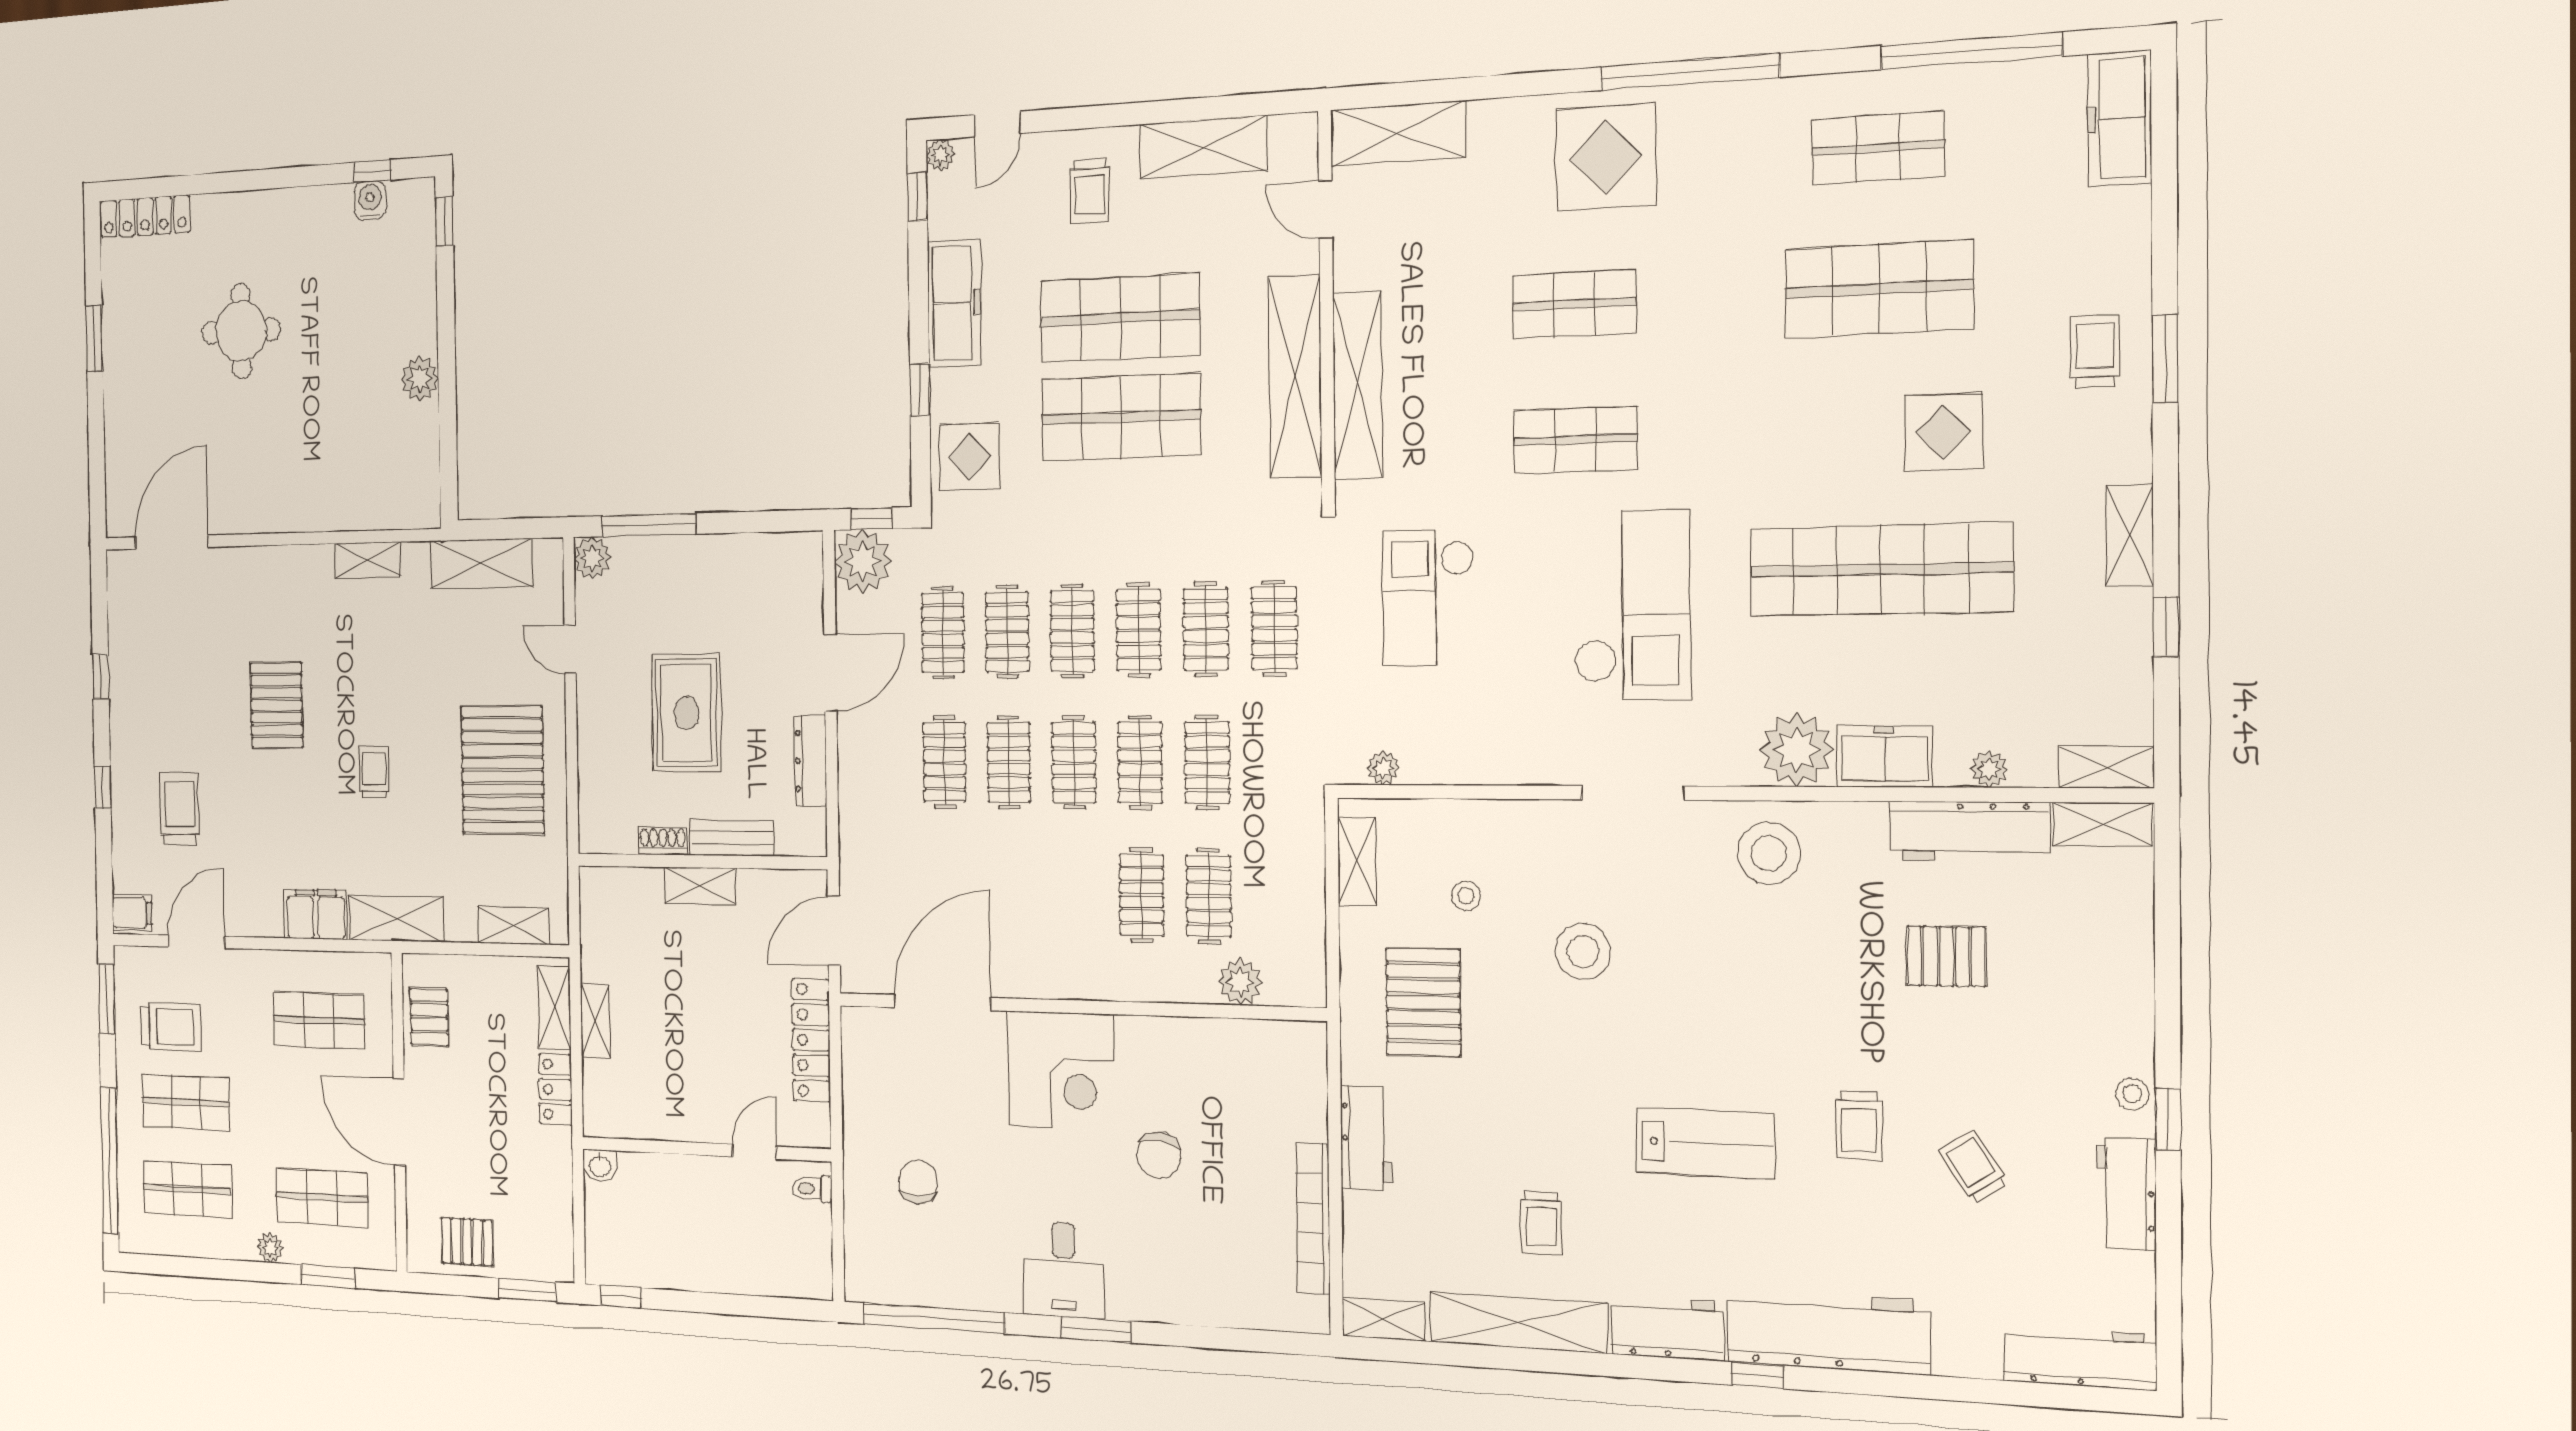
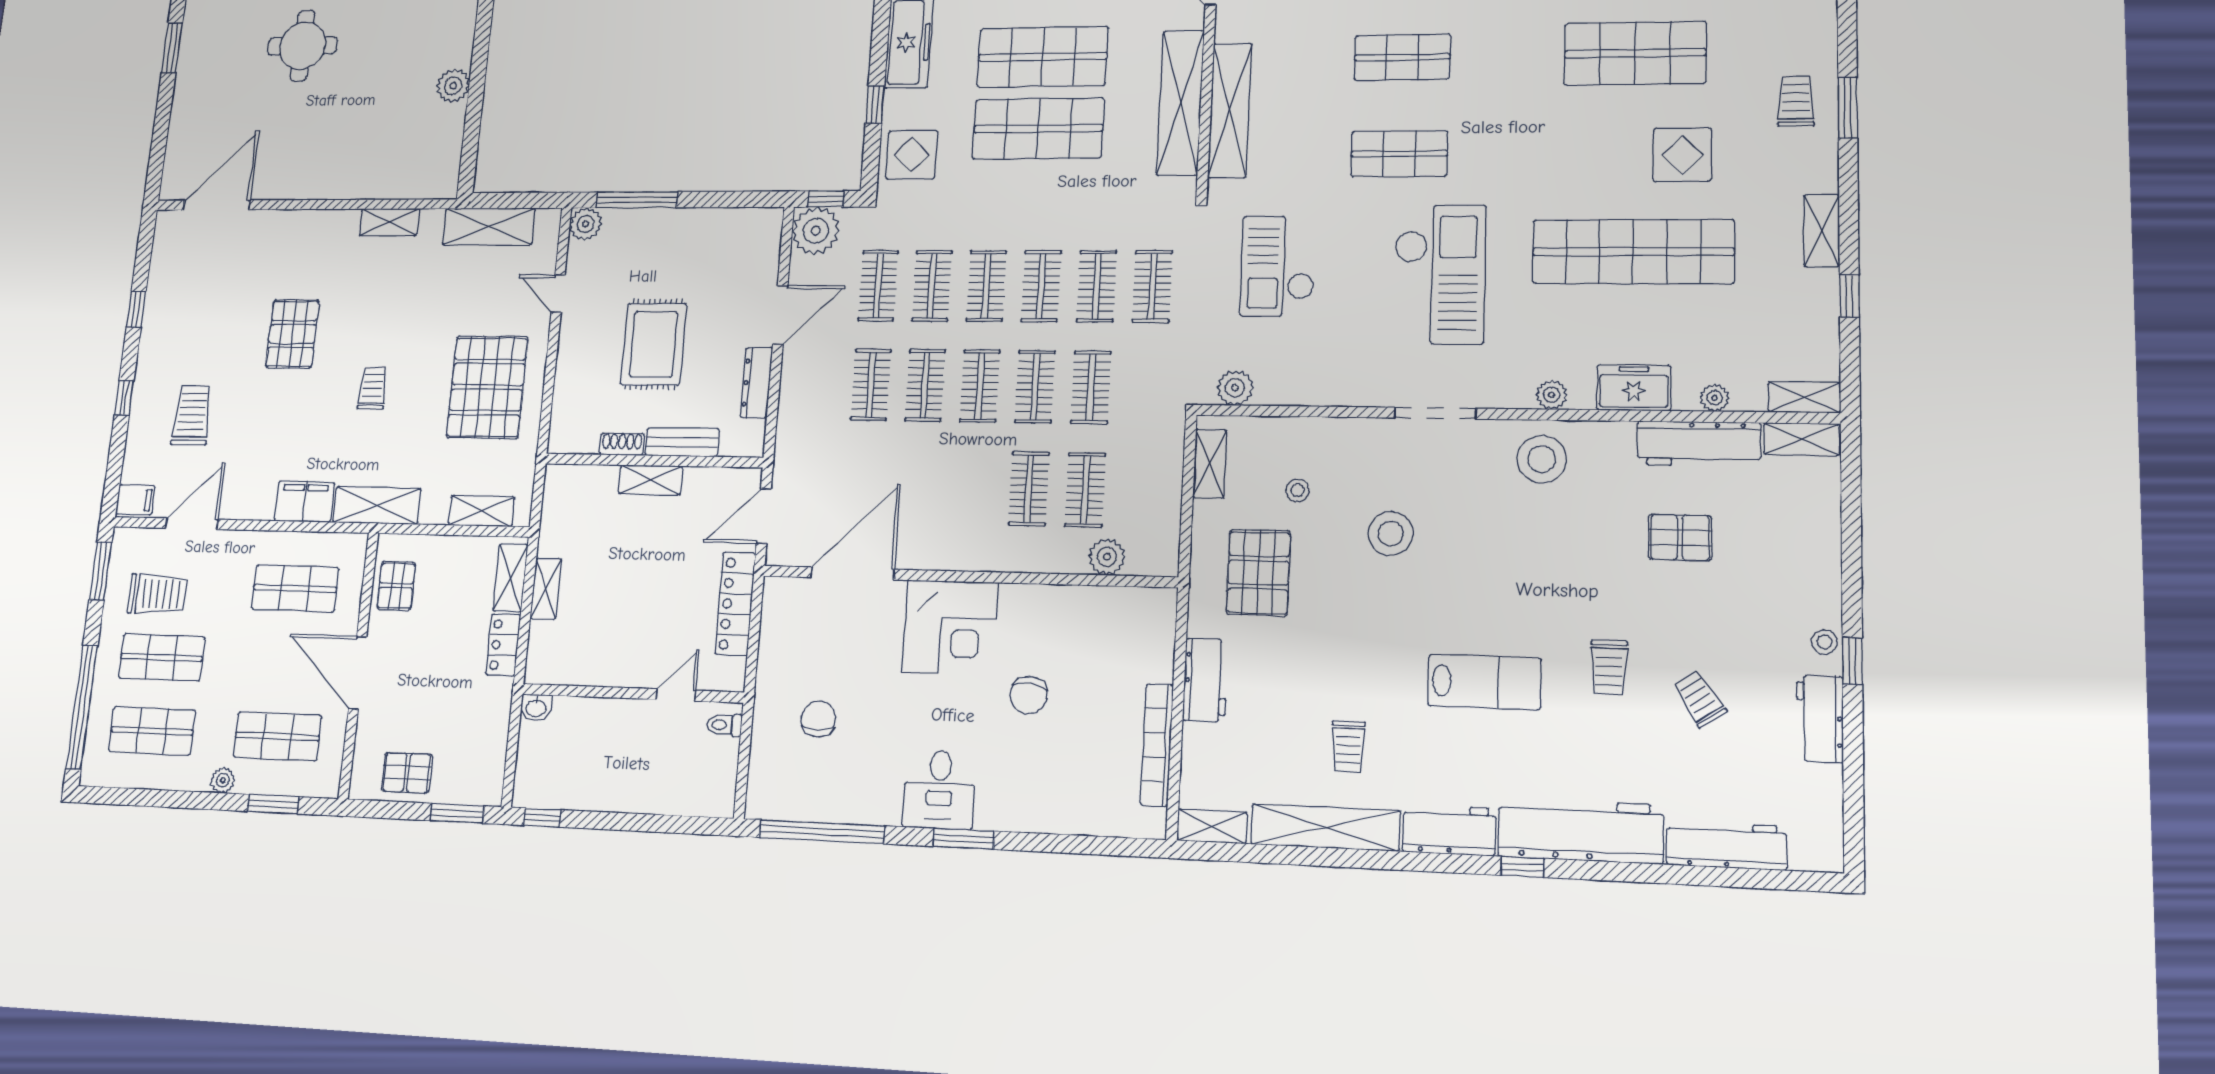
plant: (1797, 750) -> (1552, 395), width x0.53, depth x0.53
plant: (1383, 768) -> (1235, 388), width x1.38, depth x1.38
workbench: (2080, 1358) -> (1726, 846), moved

